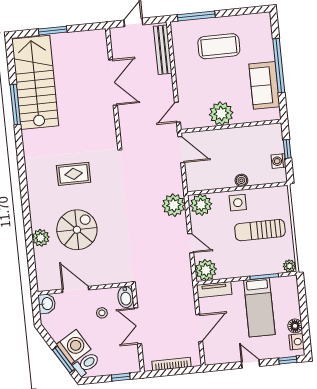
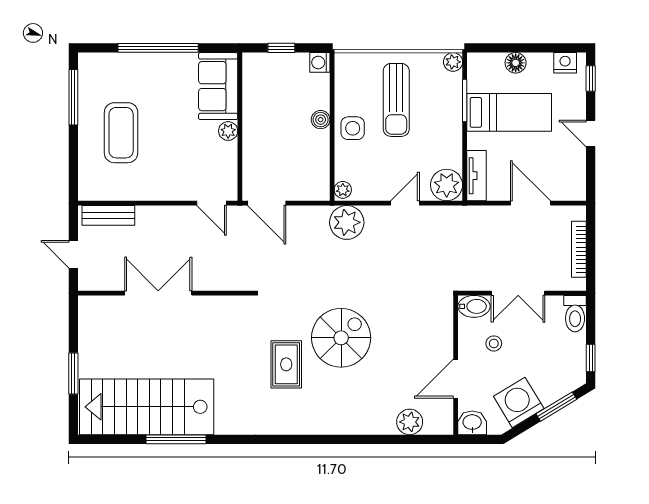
window: (196, 16) -> (73, 97), moved
bench: (163, 50) -> (108, 215), width x0.73
sofa: (264, 85) -> (218, 86), moved, turned 90
plant: (221, 114) -> (228, 131), width x0.53, depth x0.53
door: (181, 150) -> (267, 203), swing flipped
washing machine: (279, 161) -> (320, 62), moved, turned 90
plant: (201, 205) -> (343, 190), width x0.53, depth x0.53
spiral stairs: (77, 230) -> (341, 338), moved, turned 90
plant: (41, 238) -> (410, 422), moved
floor lamp: (295, 326) -> (516, 63), moved
washing machine: (74, 347) -> (519, 402), moved
toilet: (86, 364) -> (575, 314), moved, turned -149
door: (251, 364) -> (591, 134), hinge flipped
window: (121, 377) -> (591, 358), moved

